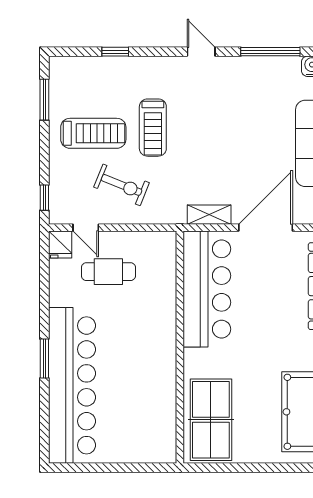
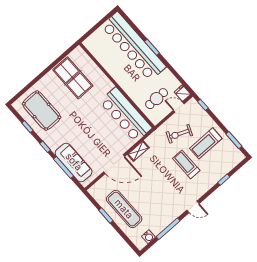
door: (266, 228) -> (114, 164), hinge flipped
bar counter: (207, 289) -> (126, 115), moved
wall: (180, 347) -> (117, 85), moved

